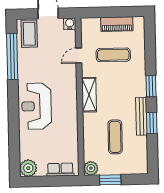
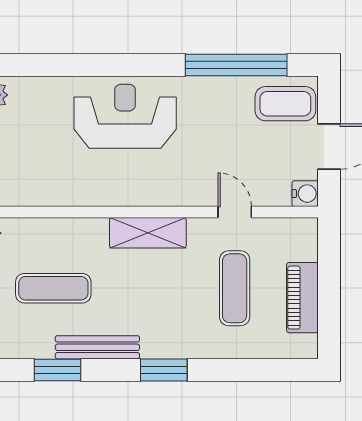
window: (152, 123) -> (58, 370), moved

